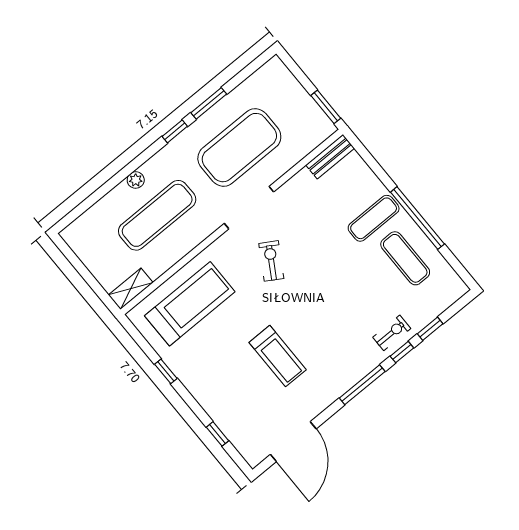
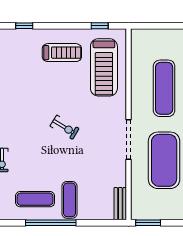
exercise bike: (271, 261) -> (65, 127), moved
shelving: (131, 289) -> (137, 43), removed
treadmill: (278, 356) -> (62, 53), moved, turned 180
window: (166, 371) -> (100, 26), moved

